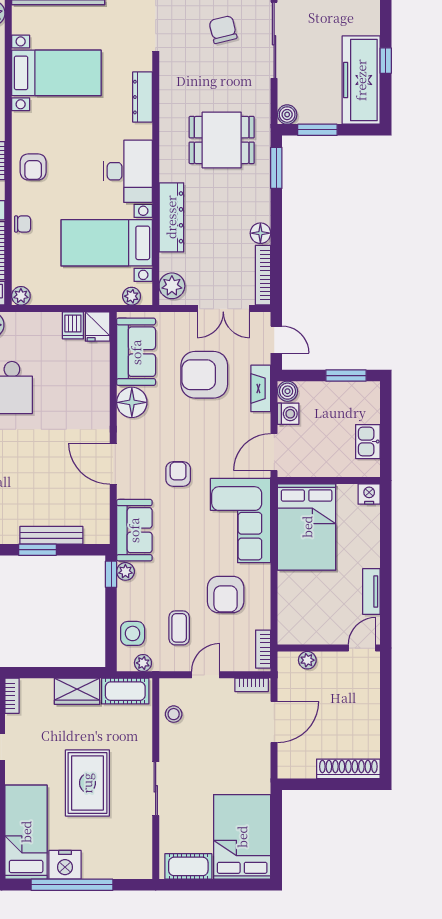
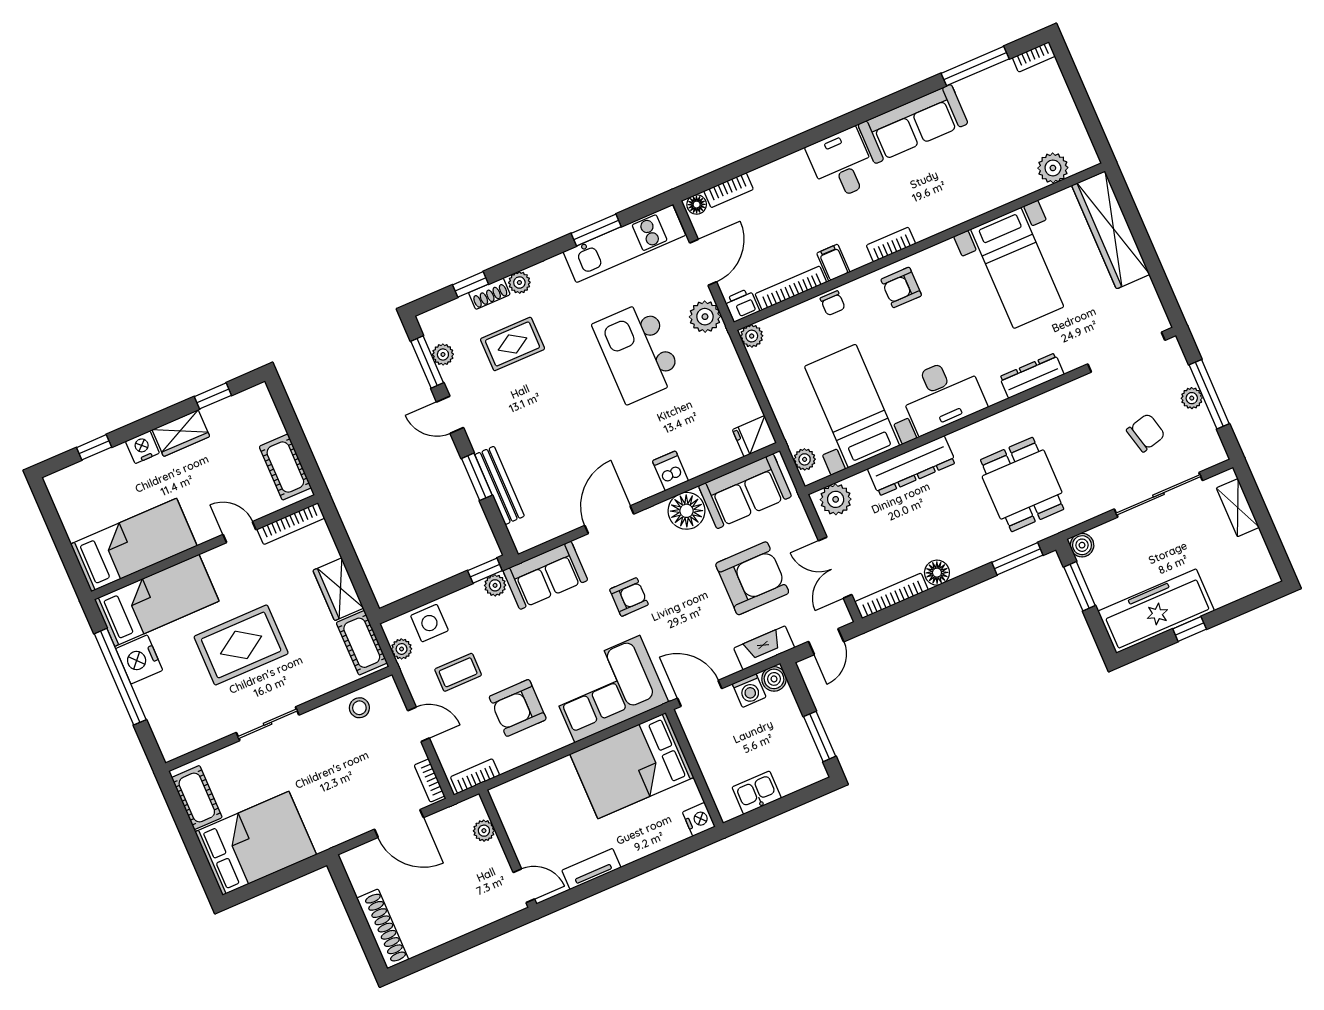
dishwasher: (73, 325) -> (670, 471), moved, turned 90
armchair: (204, 375) -> (752, 578), turned 90
bookcase: (12, 696) -> (291, 524), width x1.56

